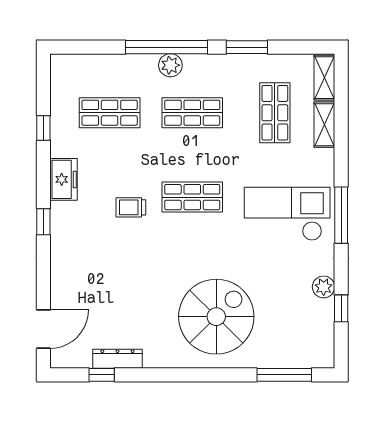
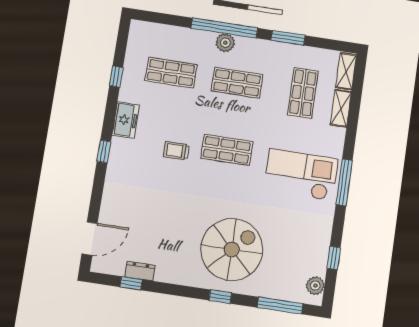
plant: (324, 287) -> (315, 286), moved
dresser: (117, 359) -> (140, 271), width x0.70
window: (211, 375) -> (220, 297), added

